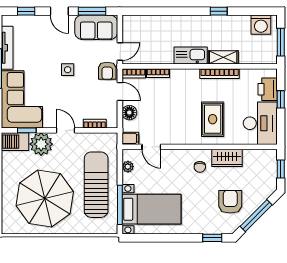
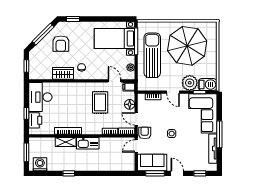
rug: (213, 119) -> (100, 102), moved
sun lounger: (96, 185) -> (152, 55), turned 180

